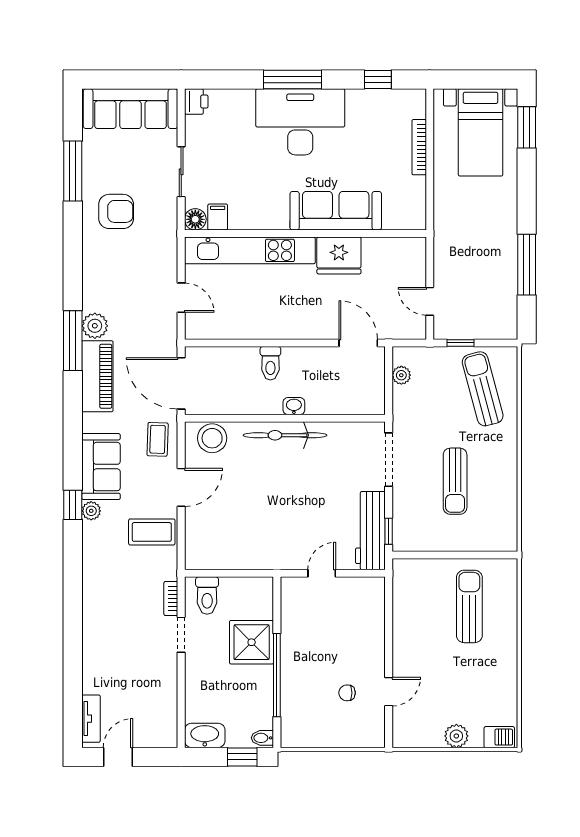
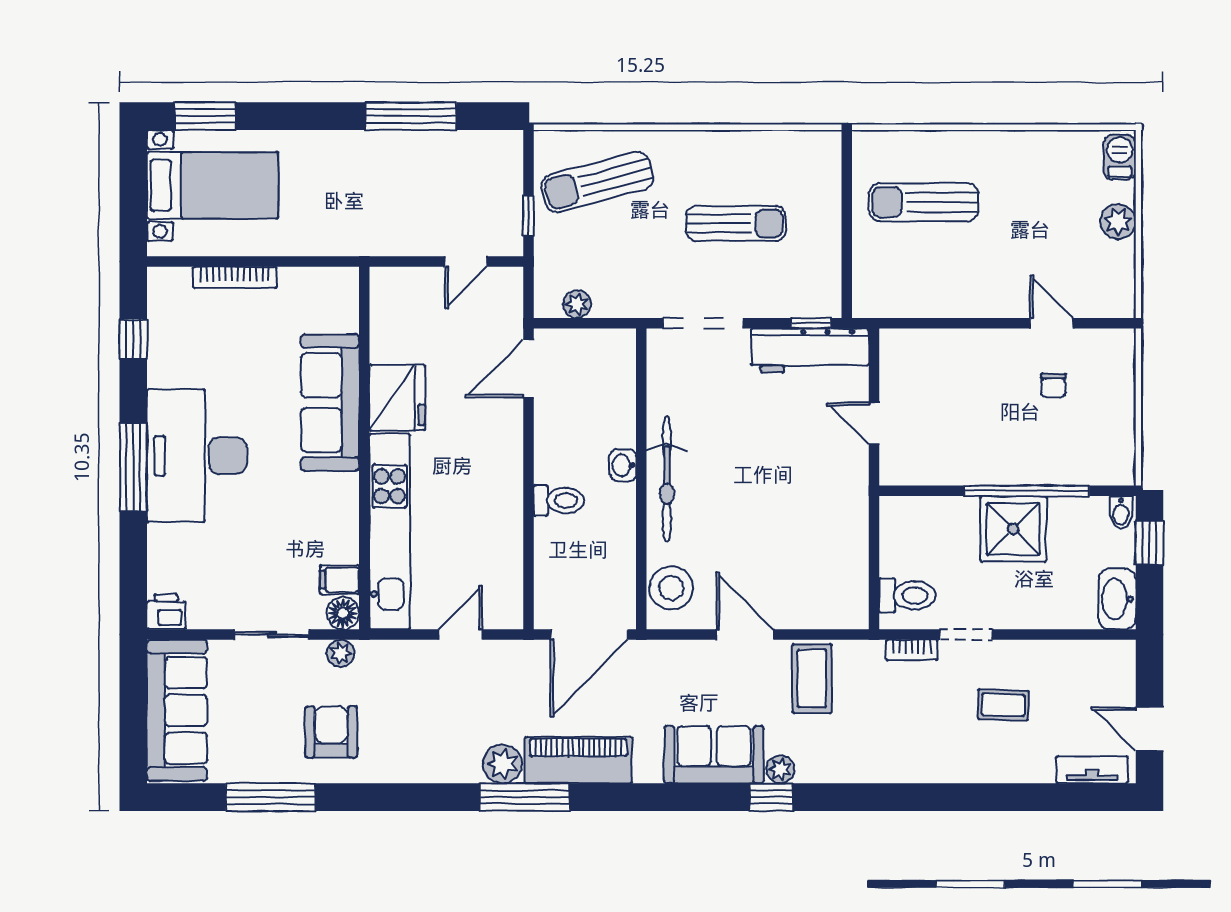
plant: (169, 218) -> (341, 653), added
coffee table: (158, 439) -> (1003, 705), moved
shower: (252, 642) -> (1013, 529), moved

